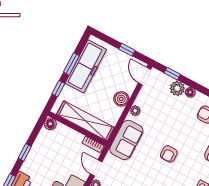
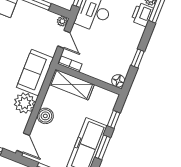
plant: (135, 111) -> (25, 103), width x1.87, depth x1.87
shelving: (85, 121) -> (72, 85), width x0.68
window: (25, 152) -> (138, 58), moved

